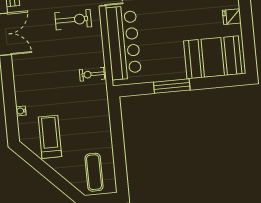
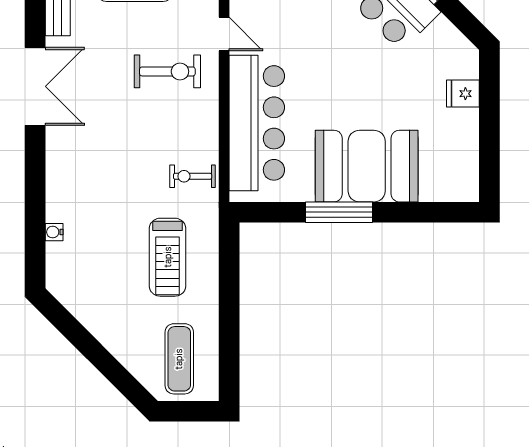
booth: (213, 57) -> (367, 166), moved
treadmill: (50, 137) -> (168, 257), moved, turned 180

